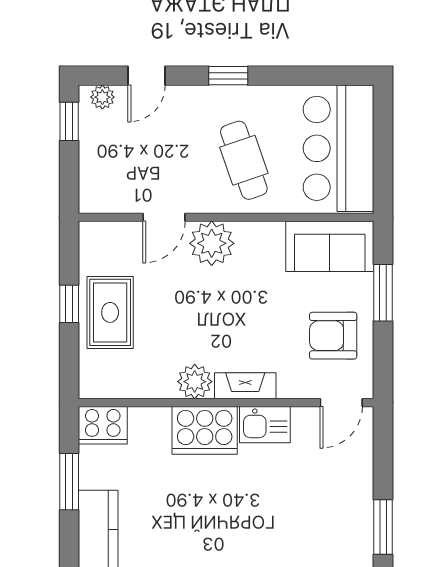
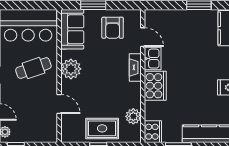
plant: (212, 243) -> (71, 69), moved
plant: (195, 382) -> (133, 116), moved
door: (341, 403) -> (143, 37), moved

